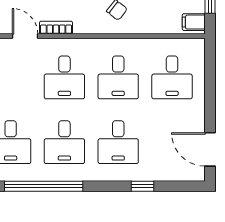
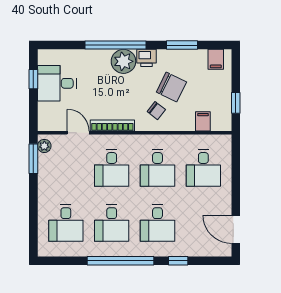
filing cabinet: (194, 22) -> (203, 121), moved, turned 90
bookcase: (56, 28) -> (112, 126), width x1.56
window: (44, 186) -> (121, 261), moved

